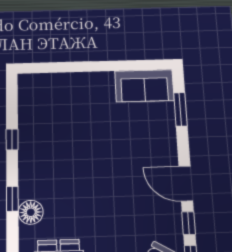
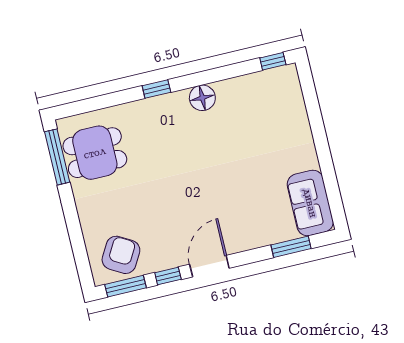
window: (12, 139) -> (273, 61), moved
floor lamp: (31, 212) -> (202, 98), moved

